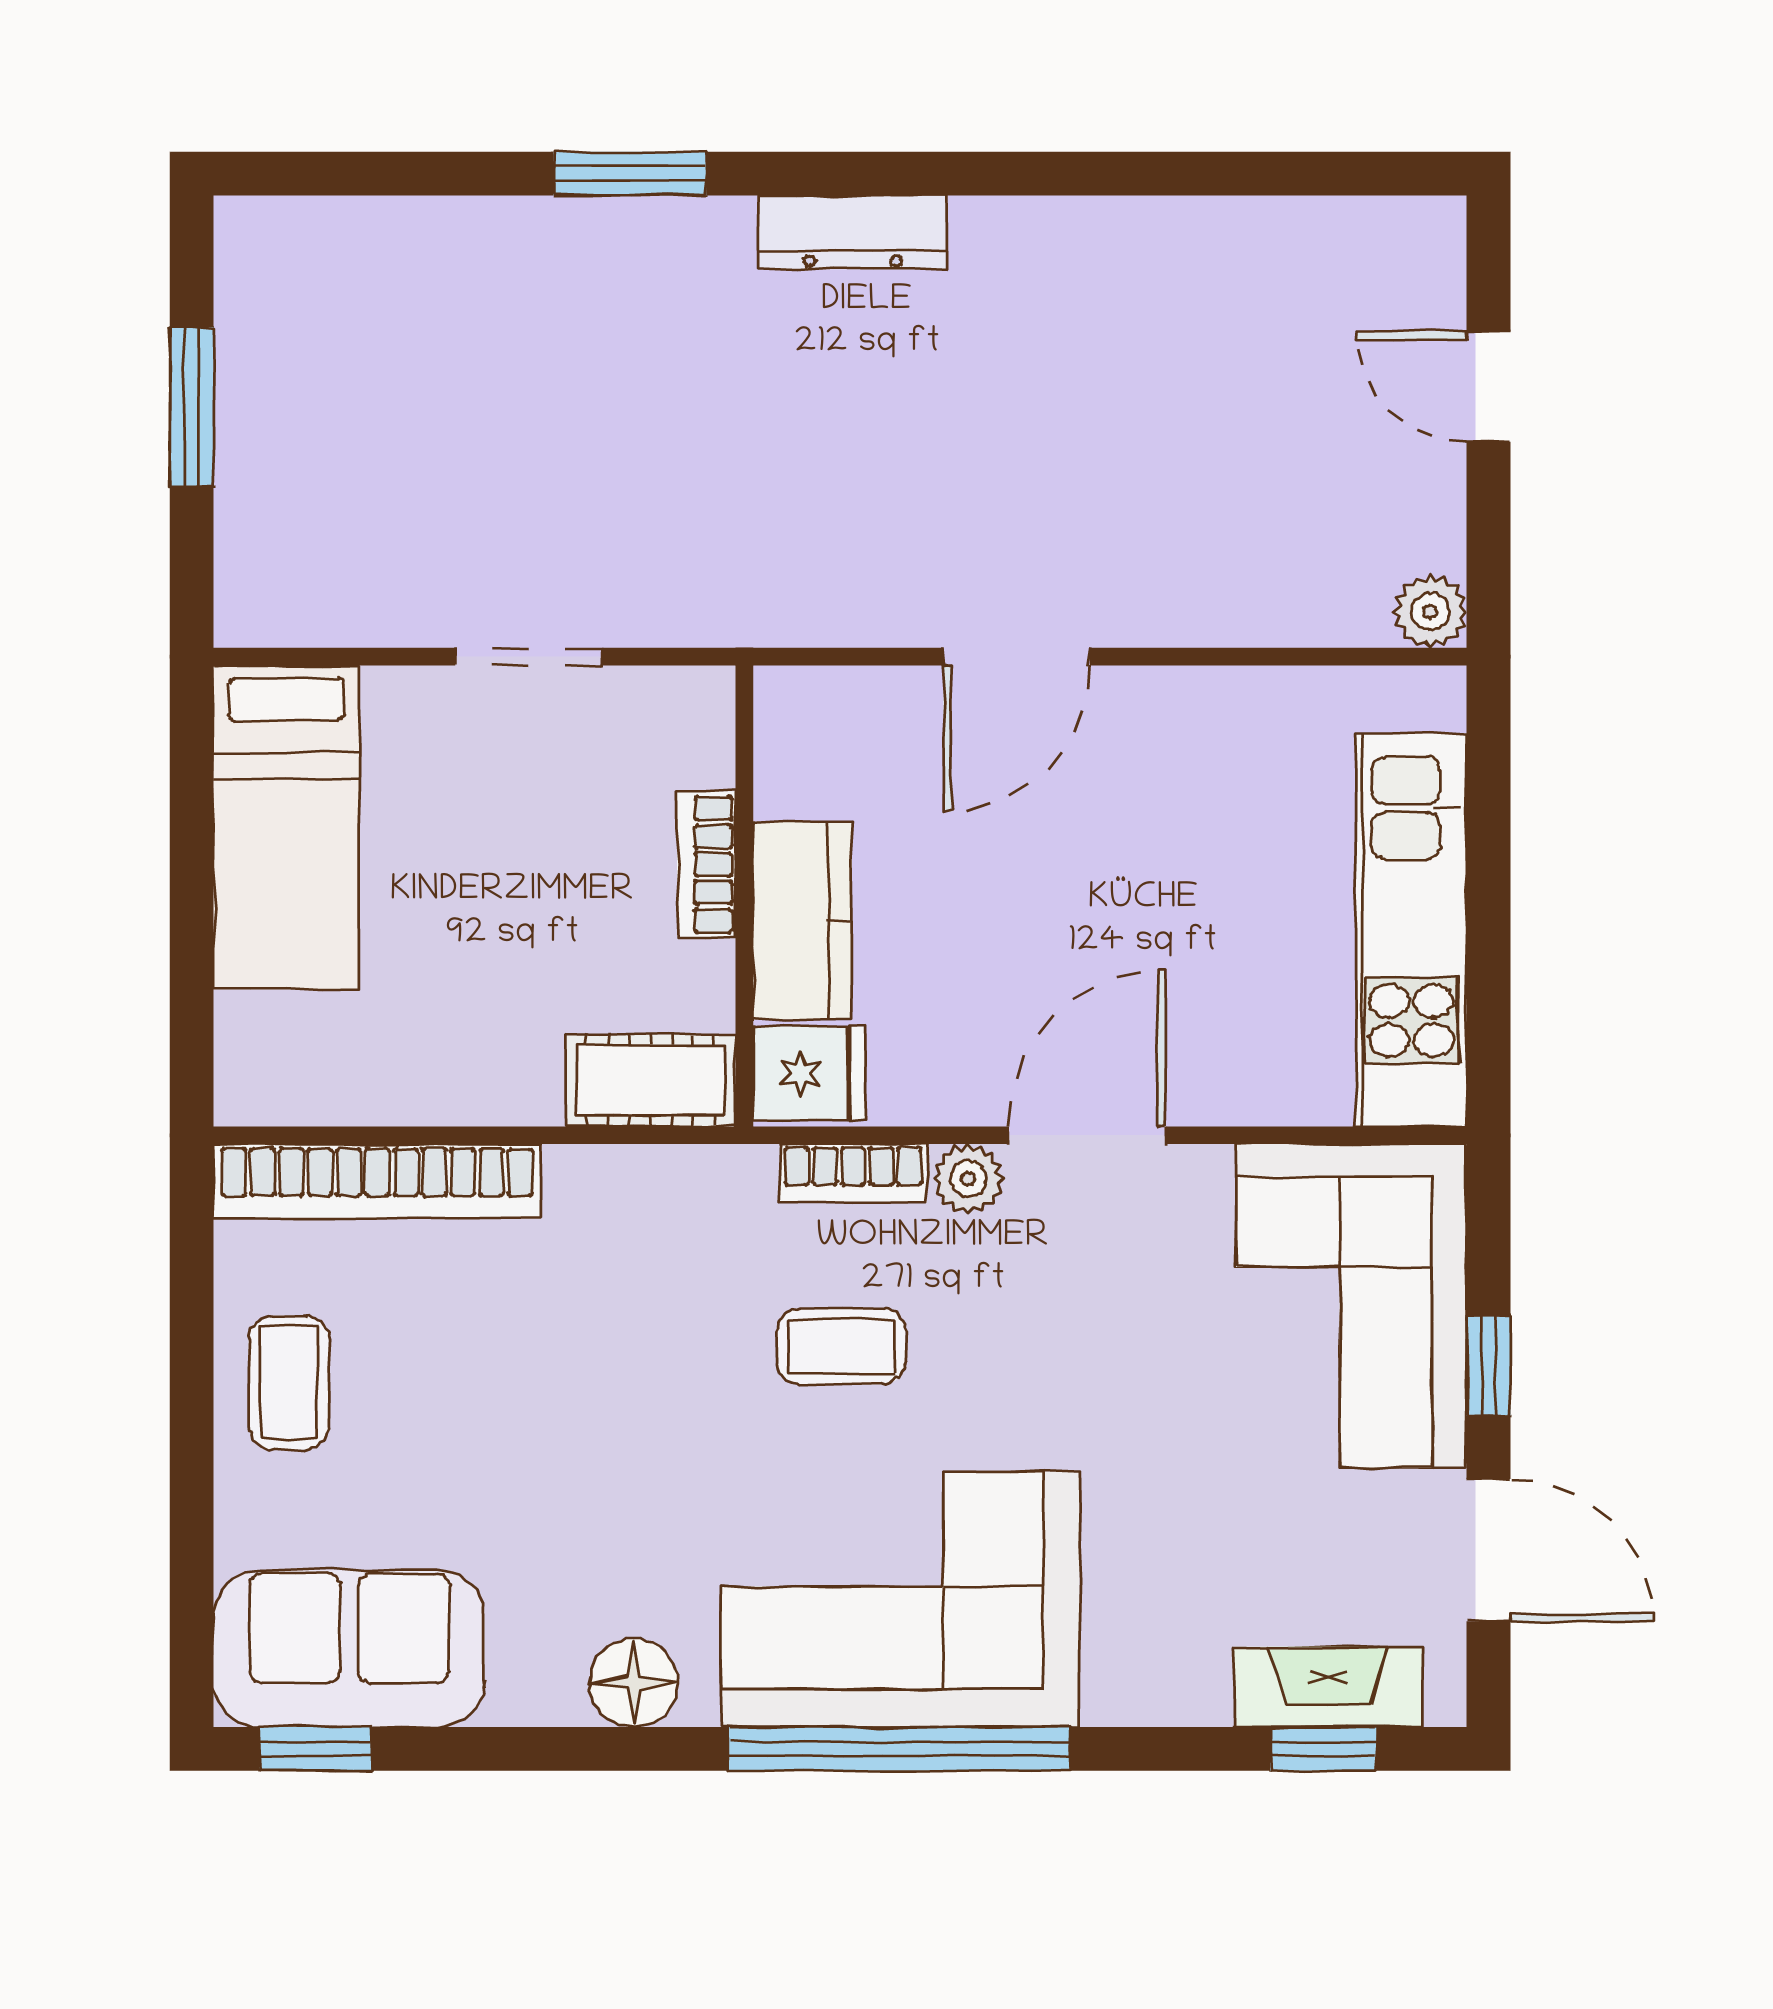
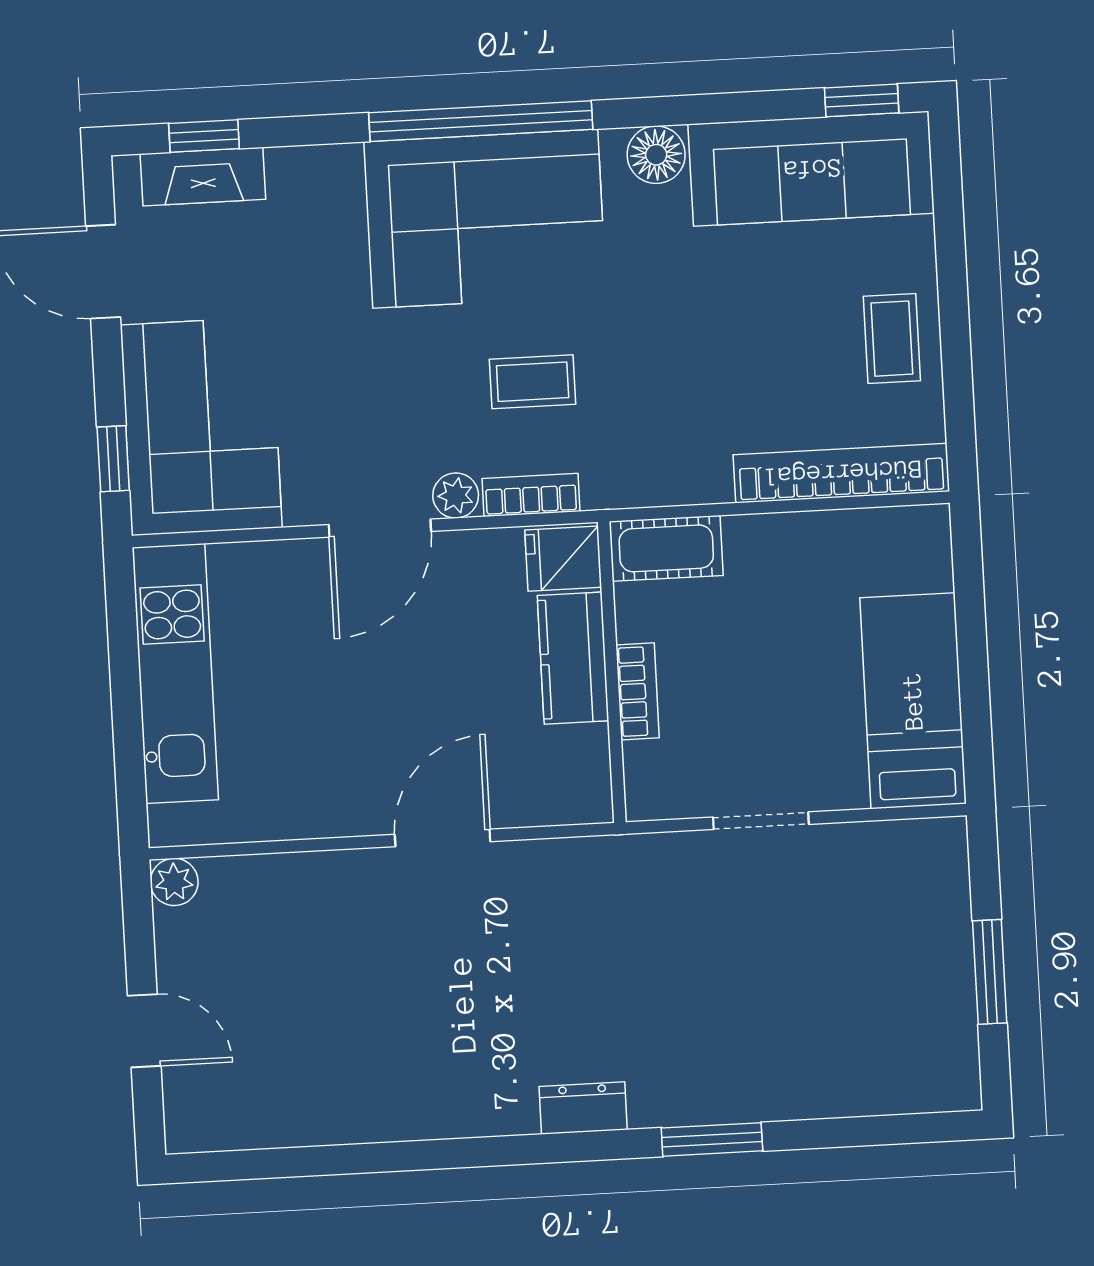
dresser: (853, 232) -> (583, 1108), width x0.70
window: (1489, 1366) -> (113, 459), moved
sofa: (349, 1649) -> (811, 169), width x1.36

